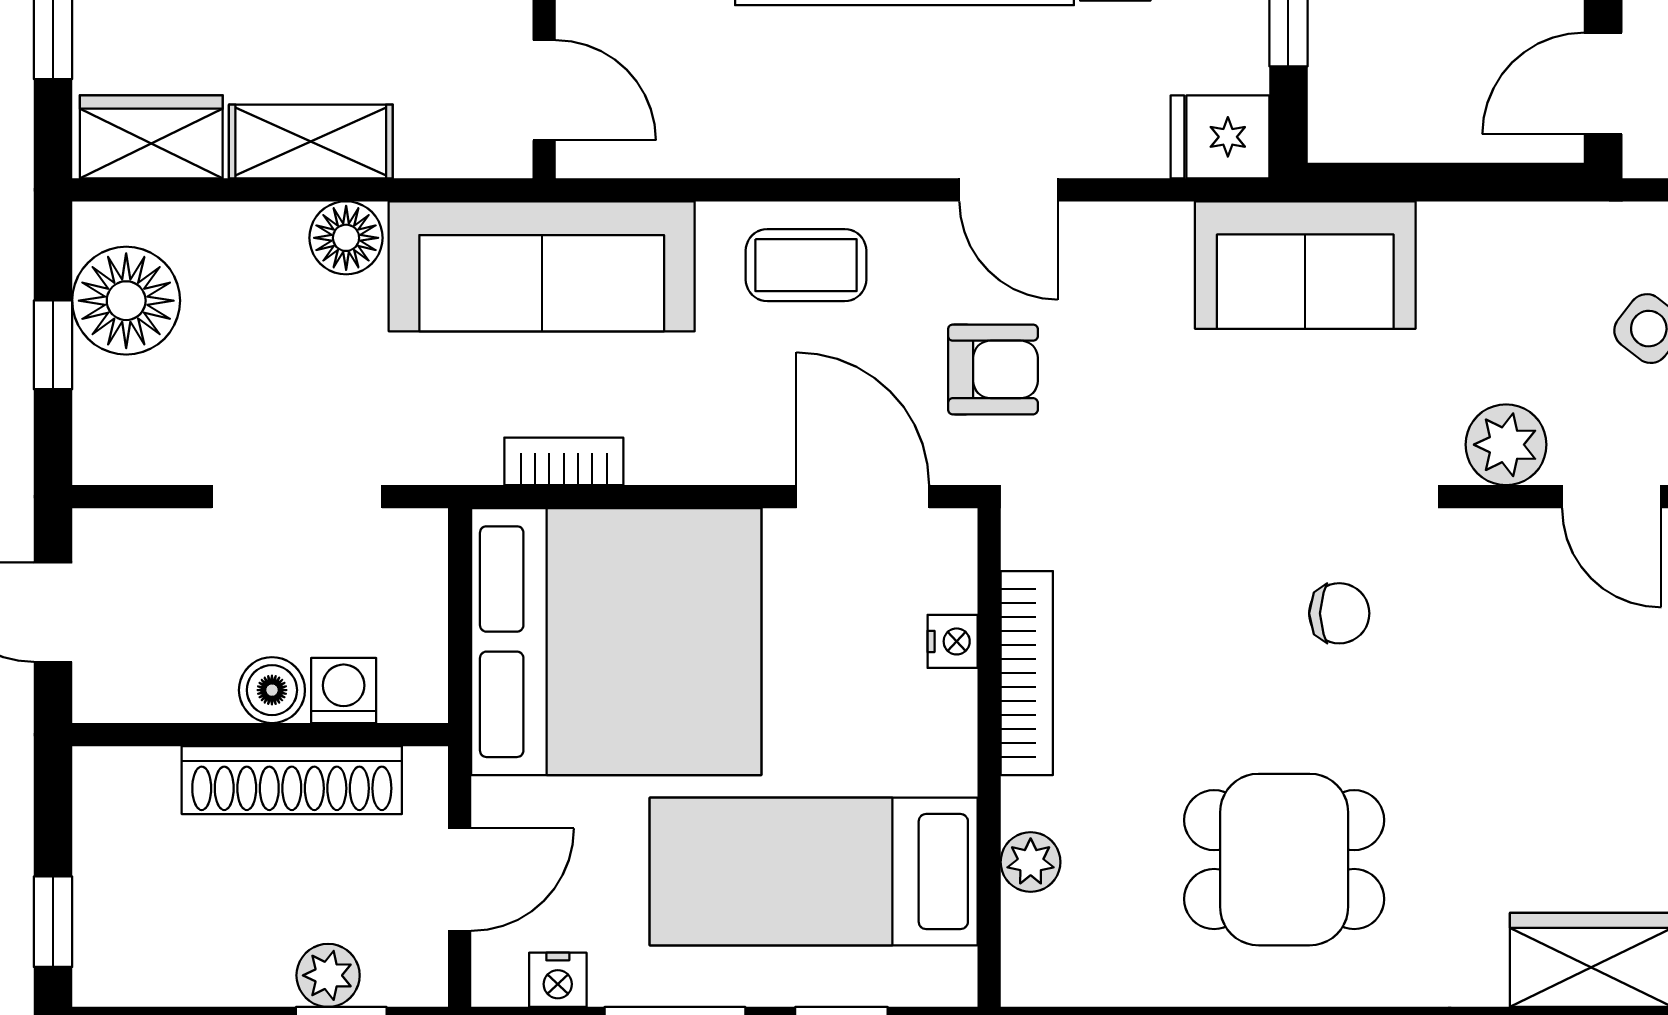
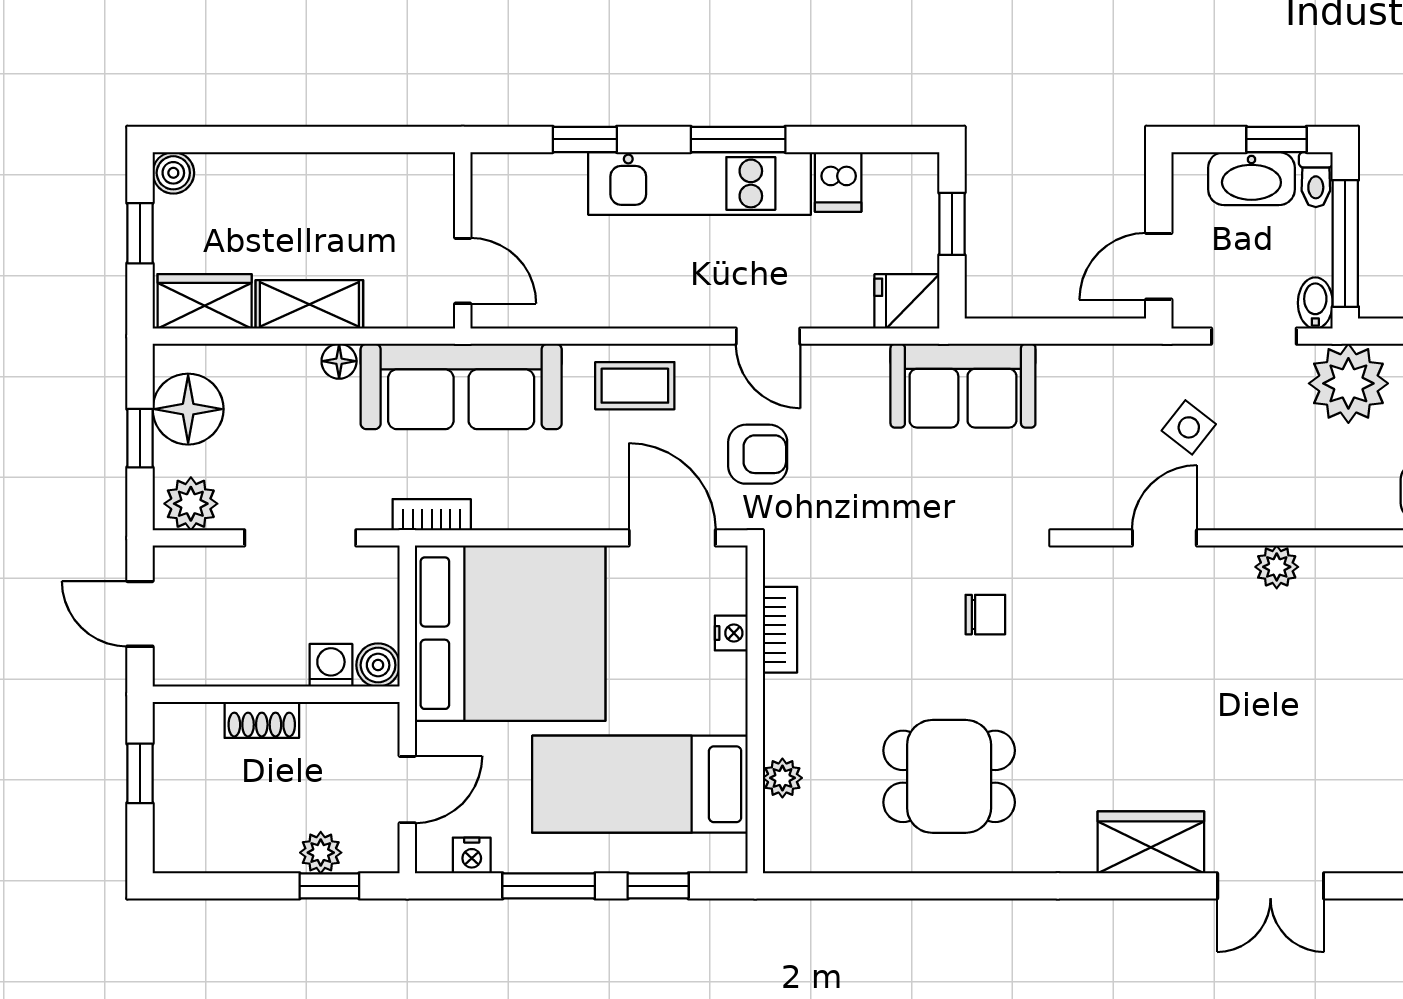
floor lamp: (346, 238) -> (339, 361), width x0.73, depth x0.73
plant: (1506, 445) -> (191, 504), moved
bookcase: (564, 461) -> (432, 515), moved
door: (1612, 497) -> (1164, 538), swing flipped
bookcase: (1027, 673) -> (780, 630), width x0.64
boiler: (272, 690) -> (378, 665), moved
shoe rack: (292, 780) -> (262, 720), width x0.51, depth x0.81
window: (53, 922) -> (140, 773), moved

